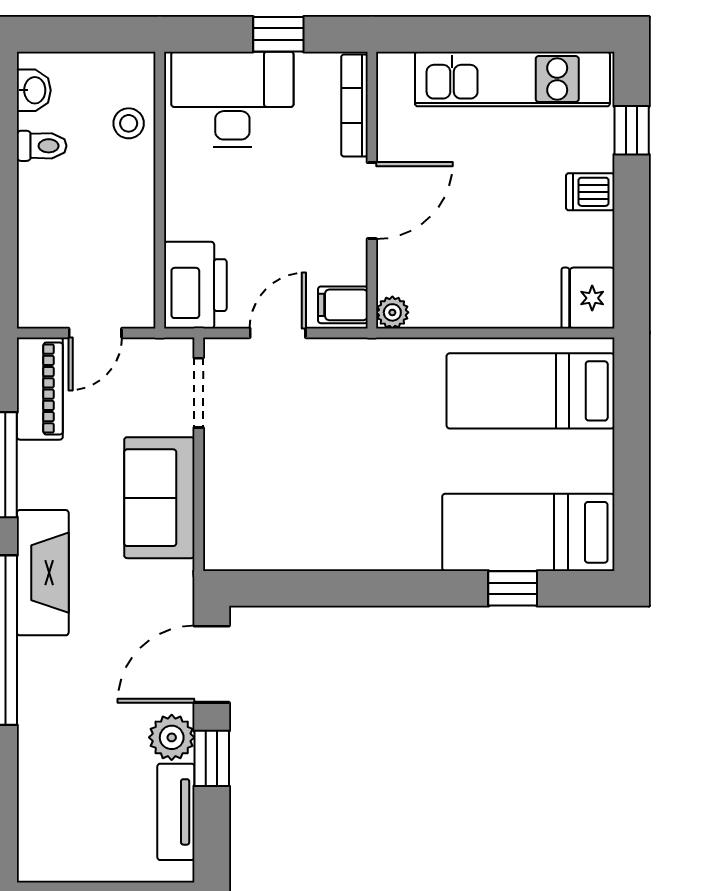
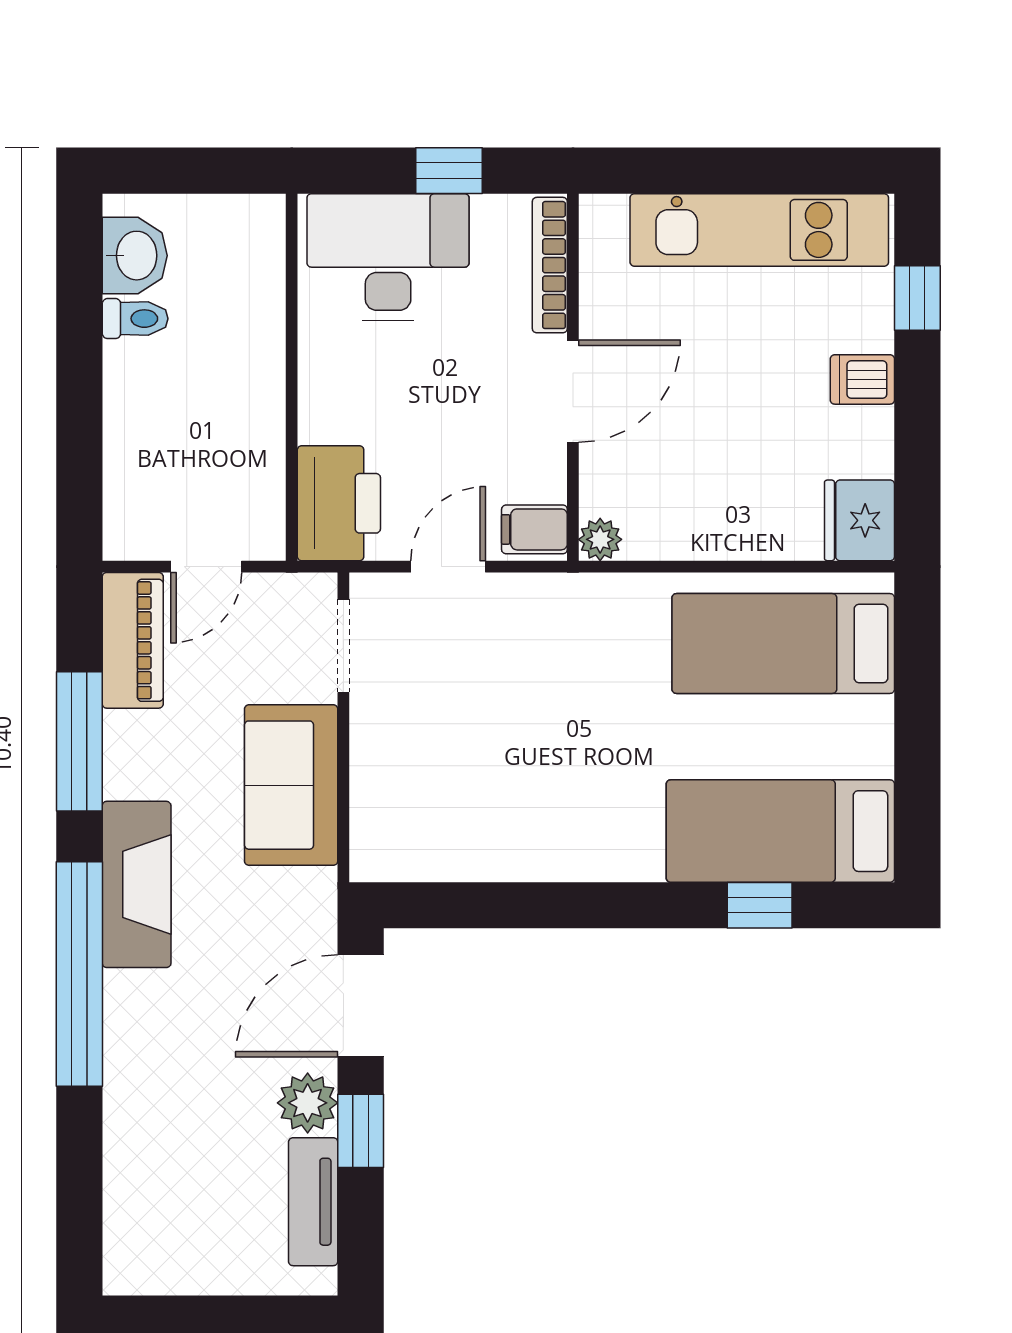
washbasin: (34, 90) -> (135, 256), width x1.38, depth x1.45
stool: (129, 123) -> (250, 289), removed

